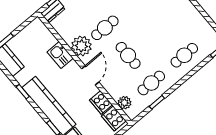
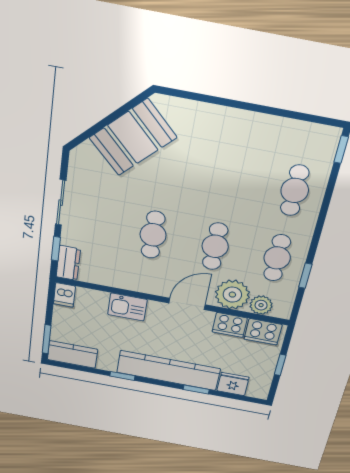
dishwasher: (36, 25) -> (64, 295), added
plant: (81, 46) -> (232, 295), moved
cafe table: (128, 55) -> (215, 246), turned 90
door: (90, 75) -> (187, 304), hinge flipped

